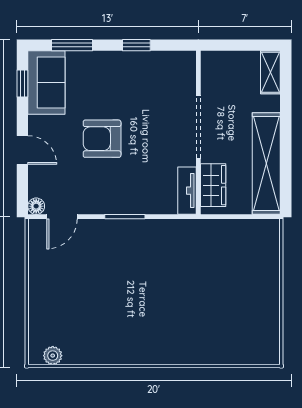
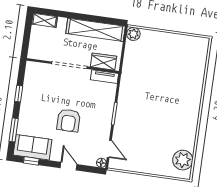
door: (22, 150) -> (69, 166), hinge flipped
plant: (269, 231) -> (133, 34), added
plant: (53, 356) -> (183, 160), width x1.87, depth x1.87

